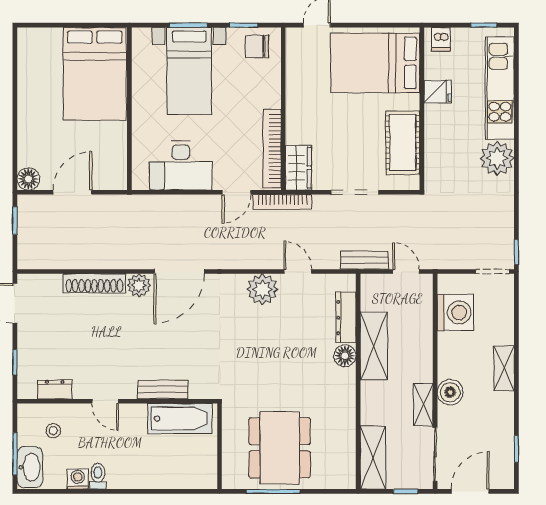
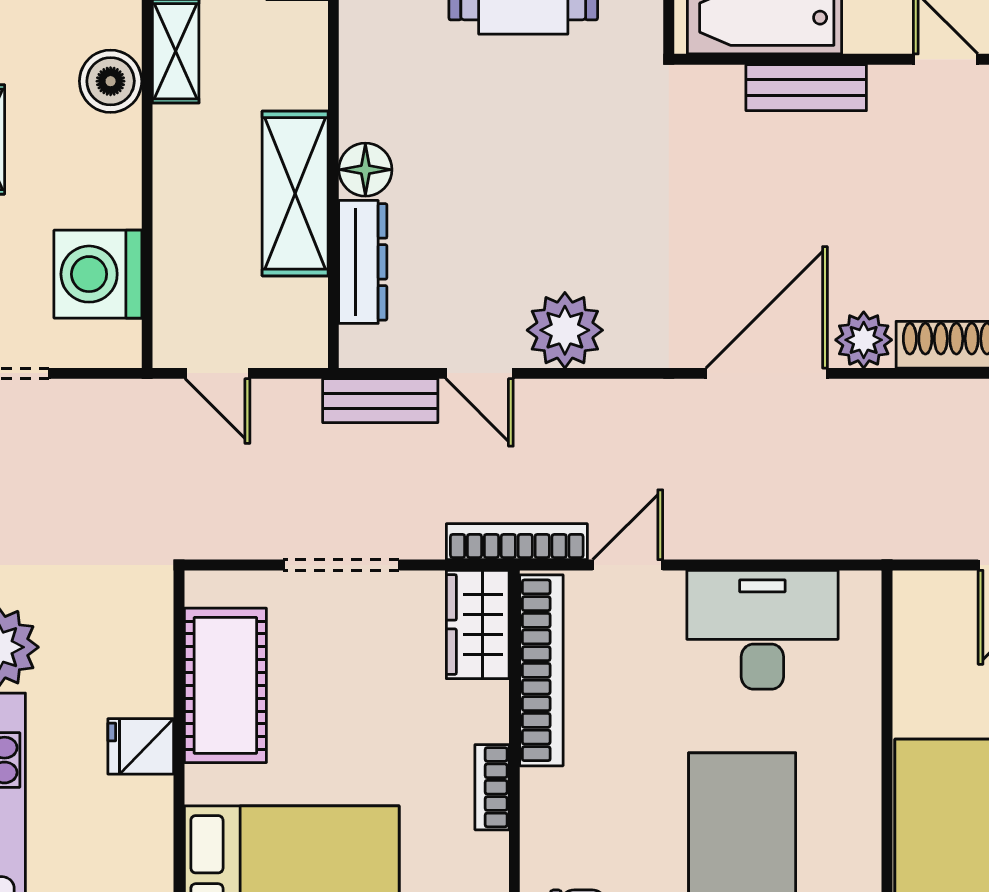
fridge: (438, 92) -> (141, 746), moved
bookcase: (293, 101) -> (492, 787), added
bench: (364, 260) -> (380, 401), moved

